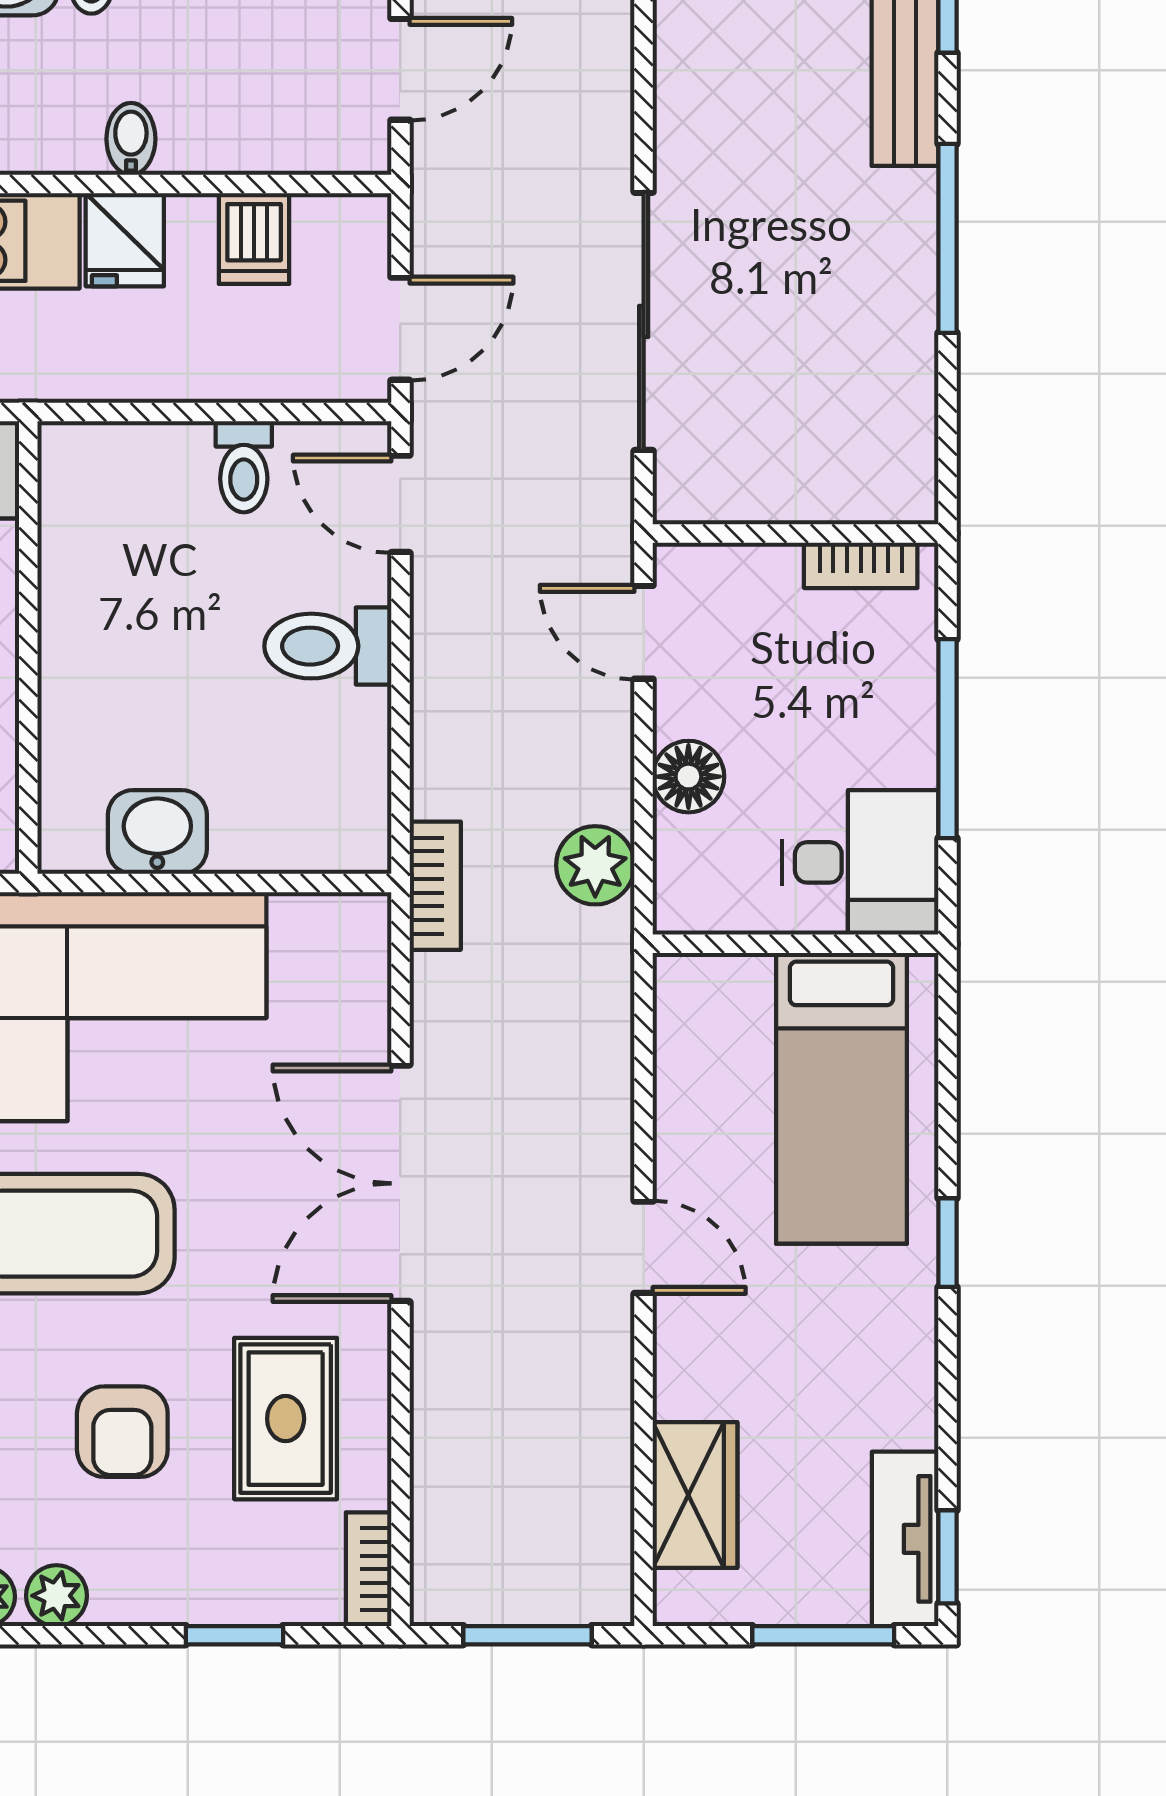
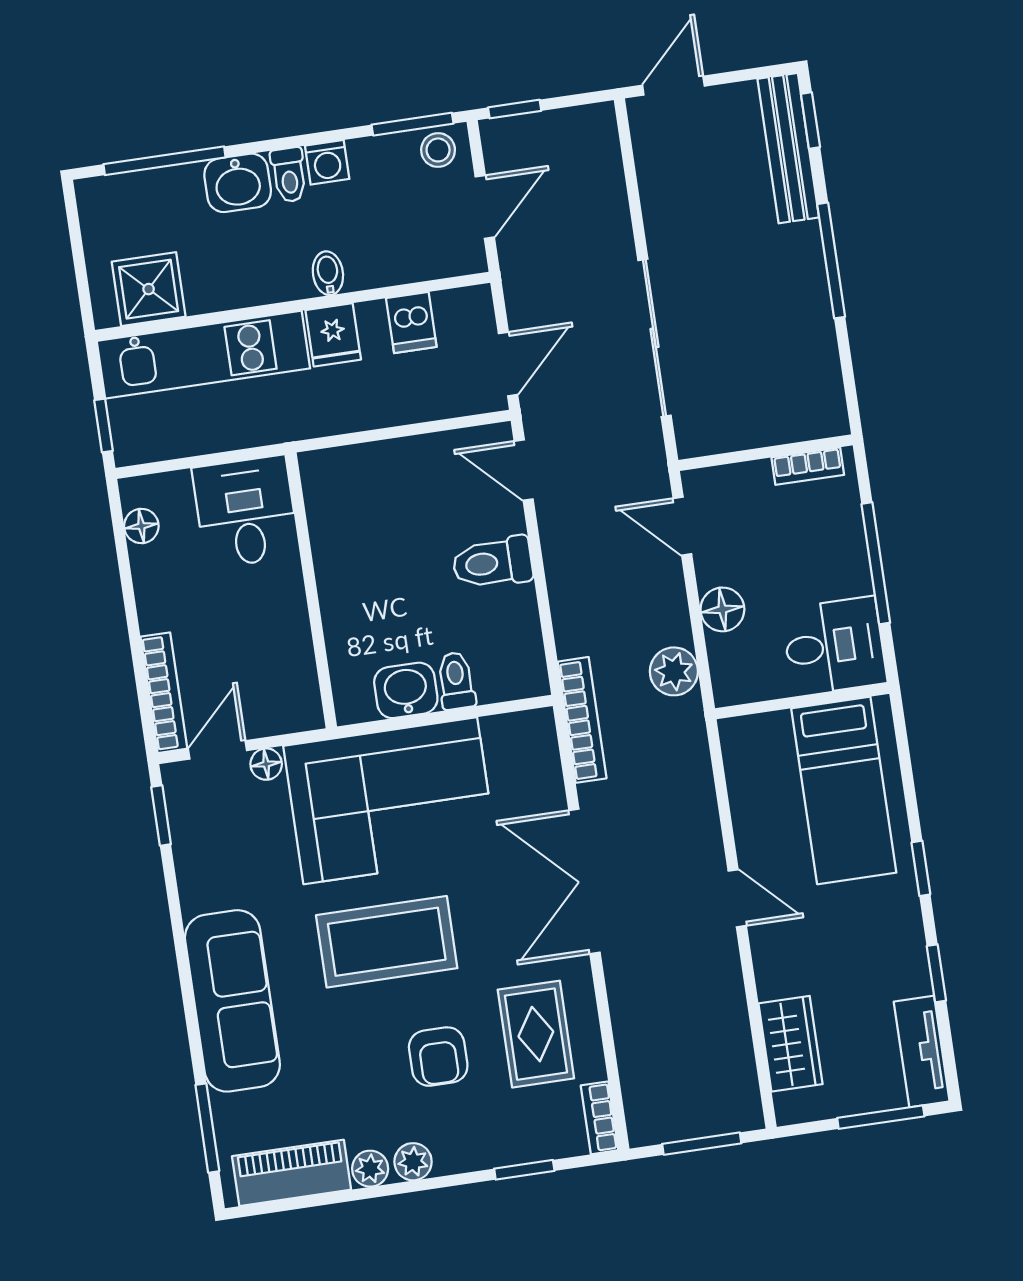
toilet: (244, 467) -> (456, 681), moved, turned 180
bookcase: (435, 886) -> (582, 720), width x1.56
window: (947, 1557) -> (936, 973), moved

